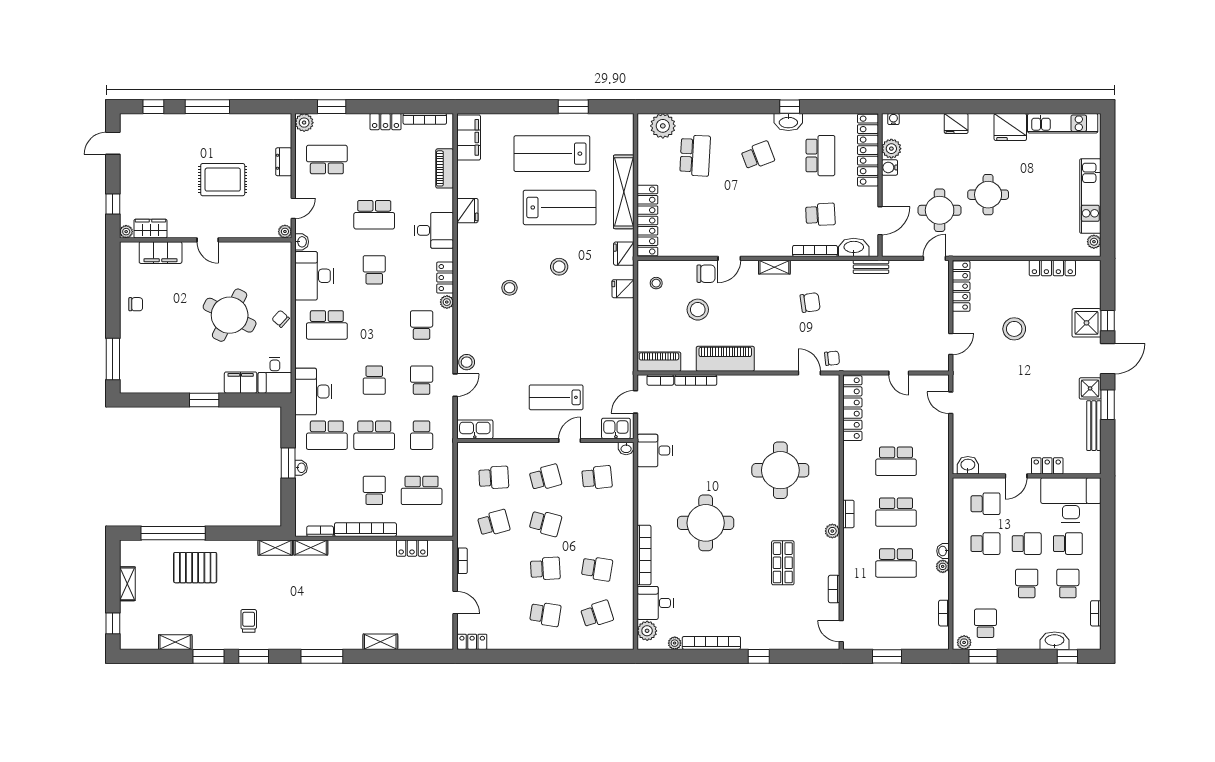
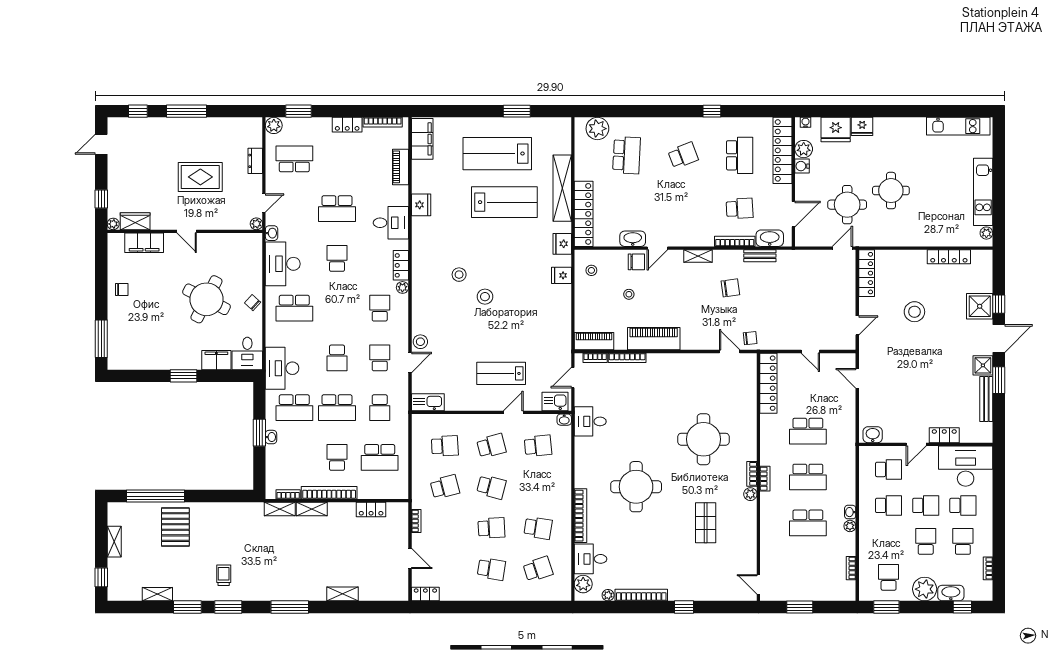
washbasin: (788, 122) -> (633, 239), moved, turned 180
fridge: (1010, 127) -> (836, 130), moved
stool: (559, 267) -> (485, 297), moved
bench: (871, 267) -> (760, 256), moved
stool: (698, 310) -> (629, 294), width x0.53, depth x0.53
shelving: (275, 548) -> (312, 509), moved
pallet: (195, 568) -> (175, 527), turned 90
bookcase: (834, 589) -> (752, 474), moved
plant: (964, 642) -> (925, 589), moved, width x1.88, depth x1.88

